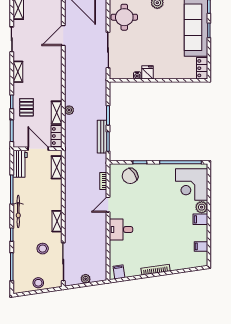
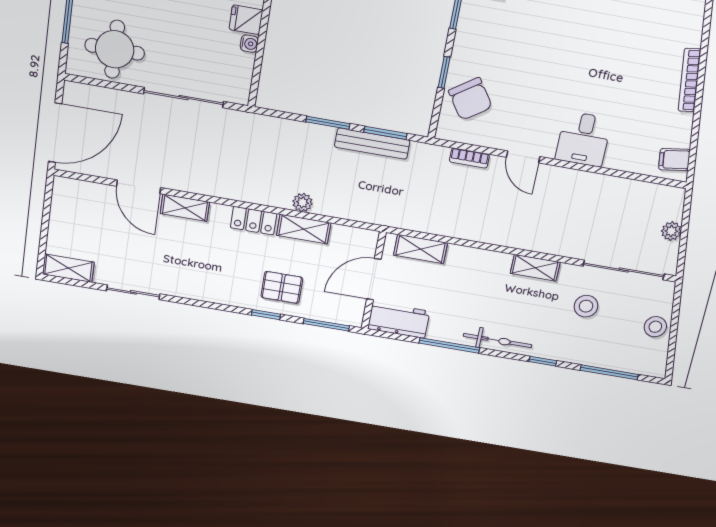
shelving: (18, 72) -> (185, 208), moved
locker: (57, 136) -> (254, 221), moved

